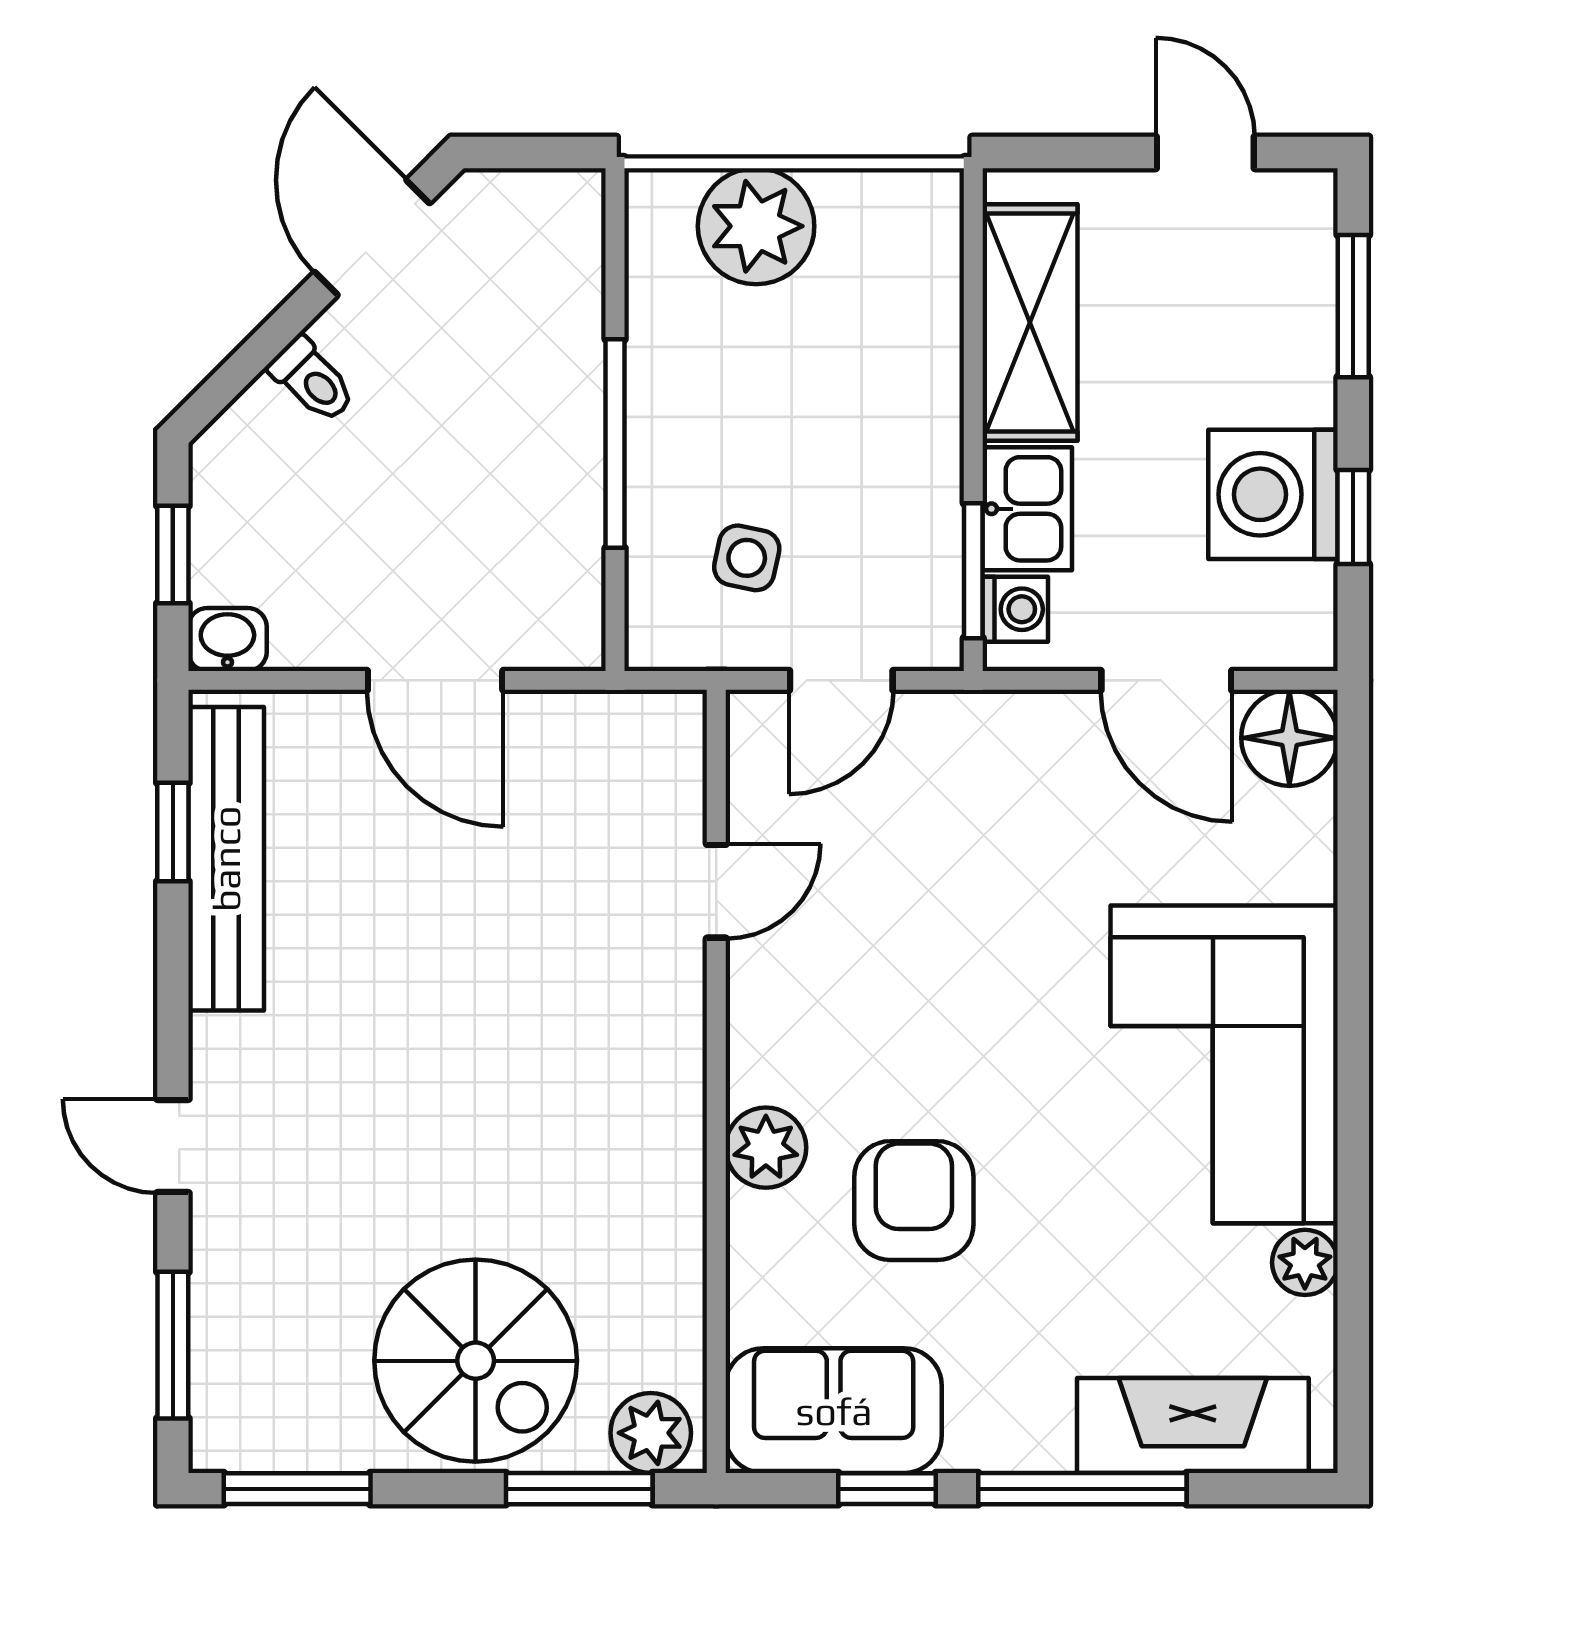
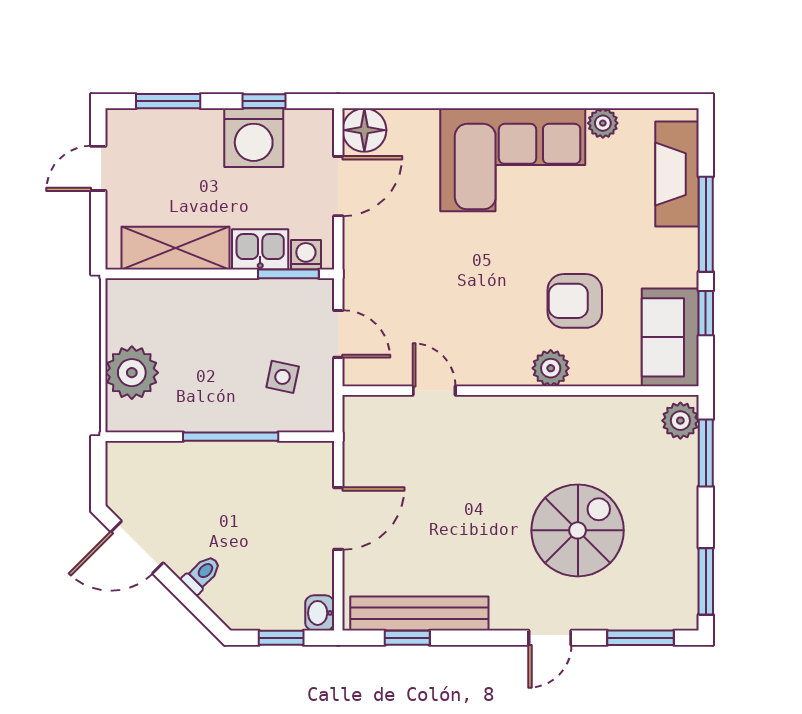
spiral stairs: (476, 1361) -> (578, 530), moved

